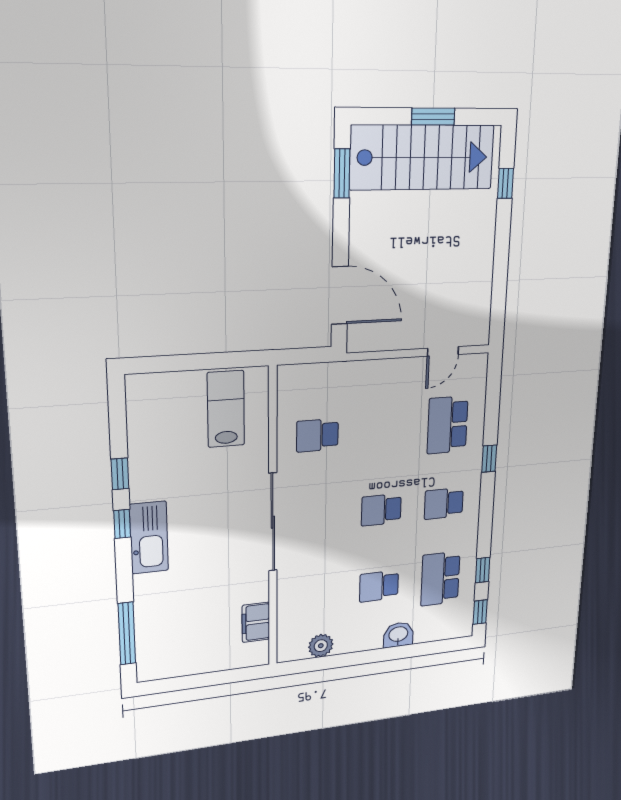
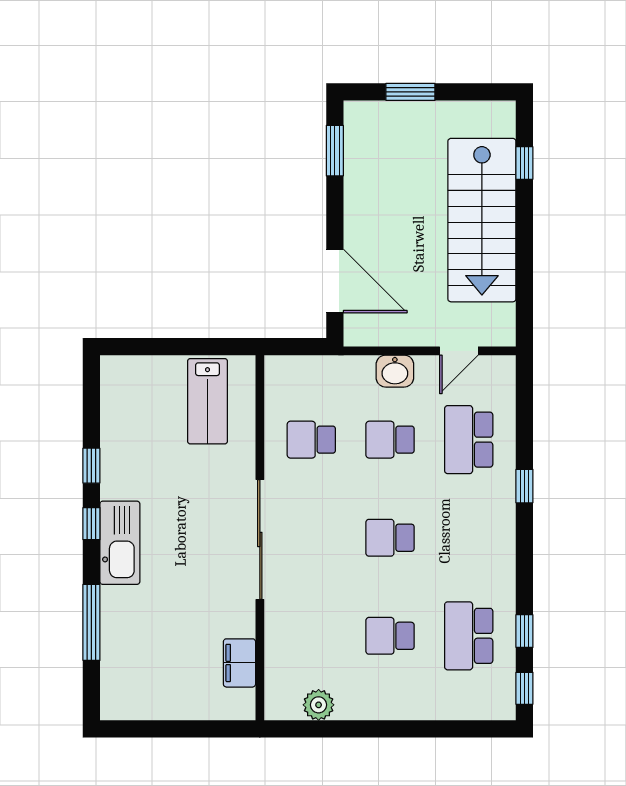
window: (433, 117) -> (410, 92), moved
stairs: (422, 157) -> (482, 220), moved, turned 90
lab bench: (226, 409) -> (208, 401), turned 180
school desk: (444, 503) -> (390, 440), moved
window: (127, 633) -> (91, 622), moved
washbasin: (398, 635) -> (395, 371), moved, turned 180

